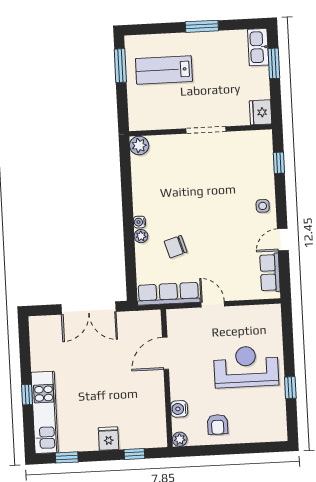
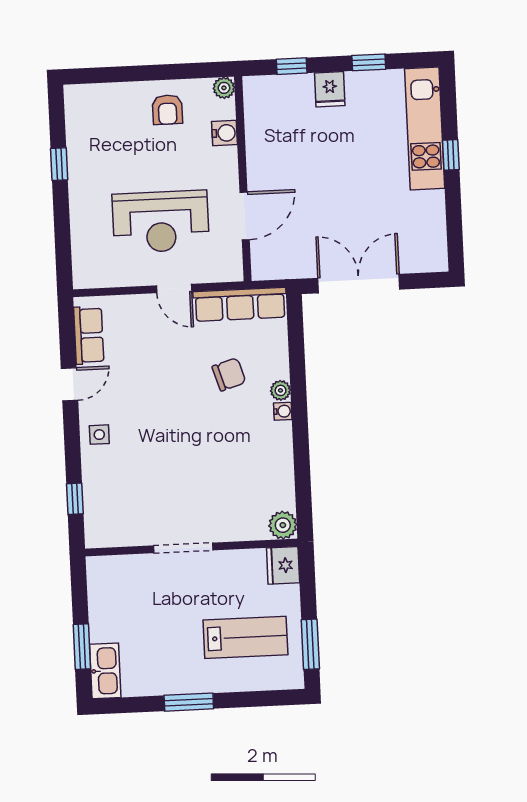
fridge: (261, 112) -> (283, 565), moved, turned 180
reception desk: (246, 367) -> (161, 222), moved
armchair: (218, 424) -> (167, 110), turned 180
window: (67, 457) -> (369, 62), moved

